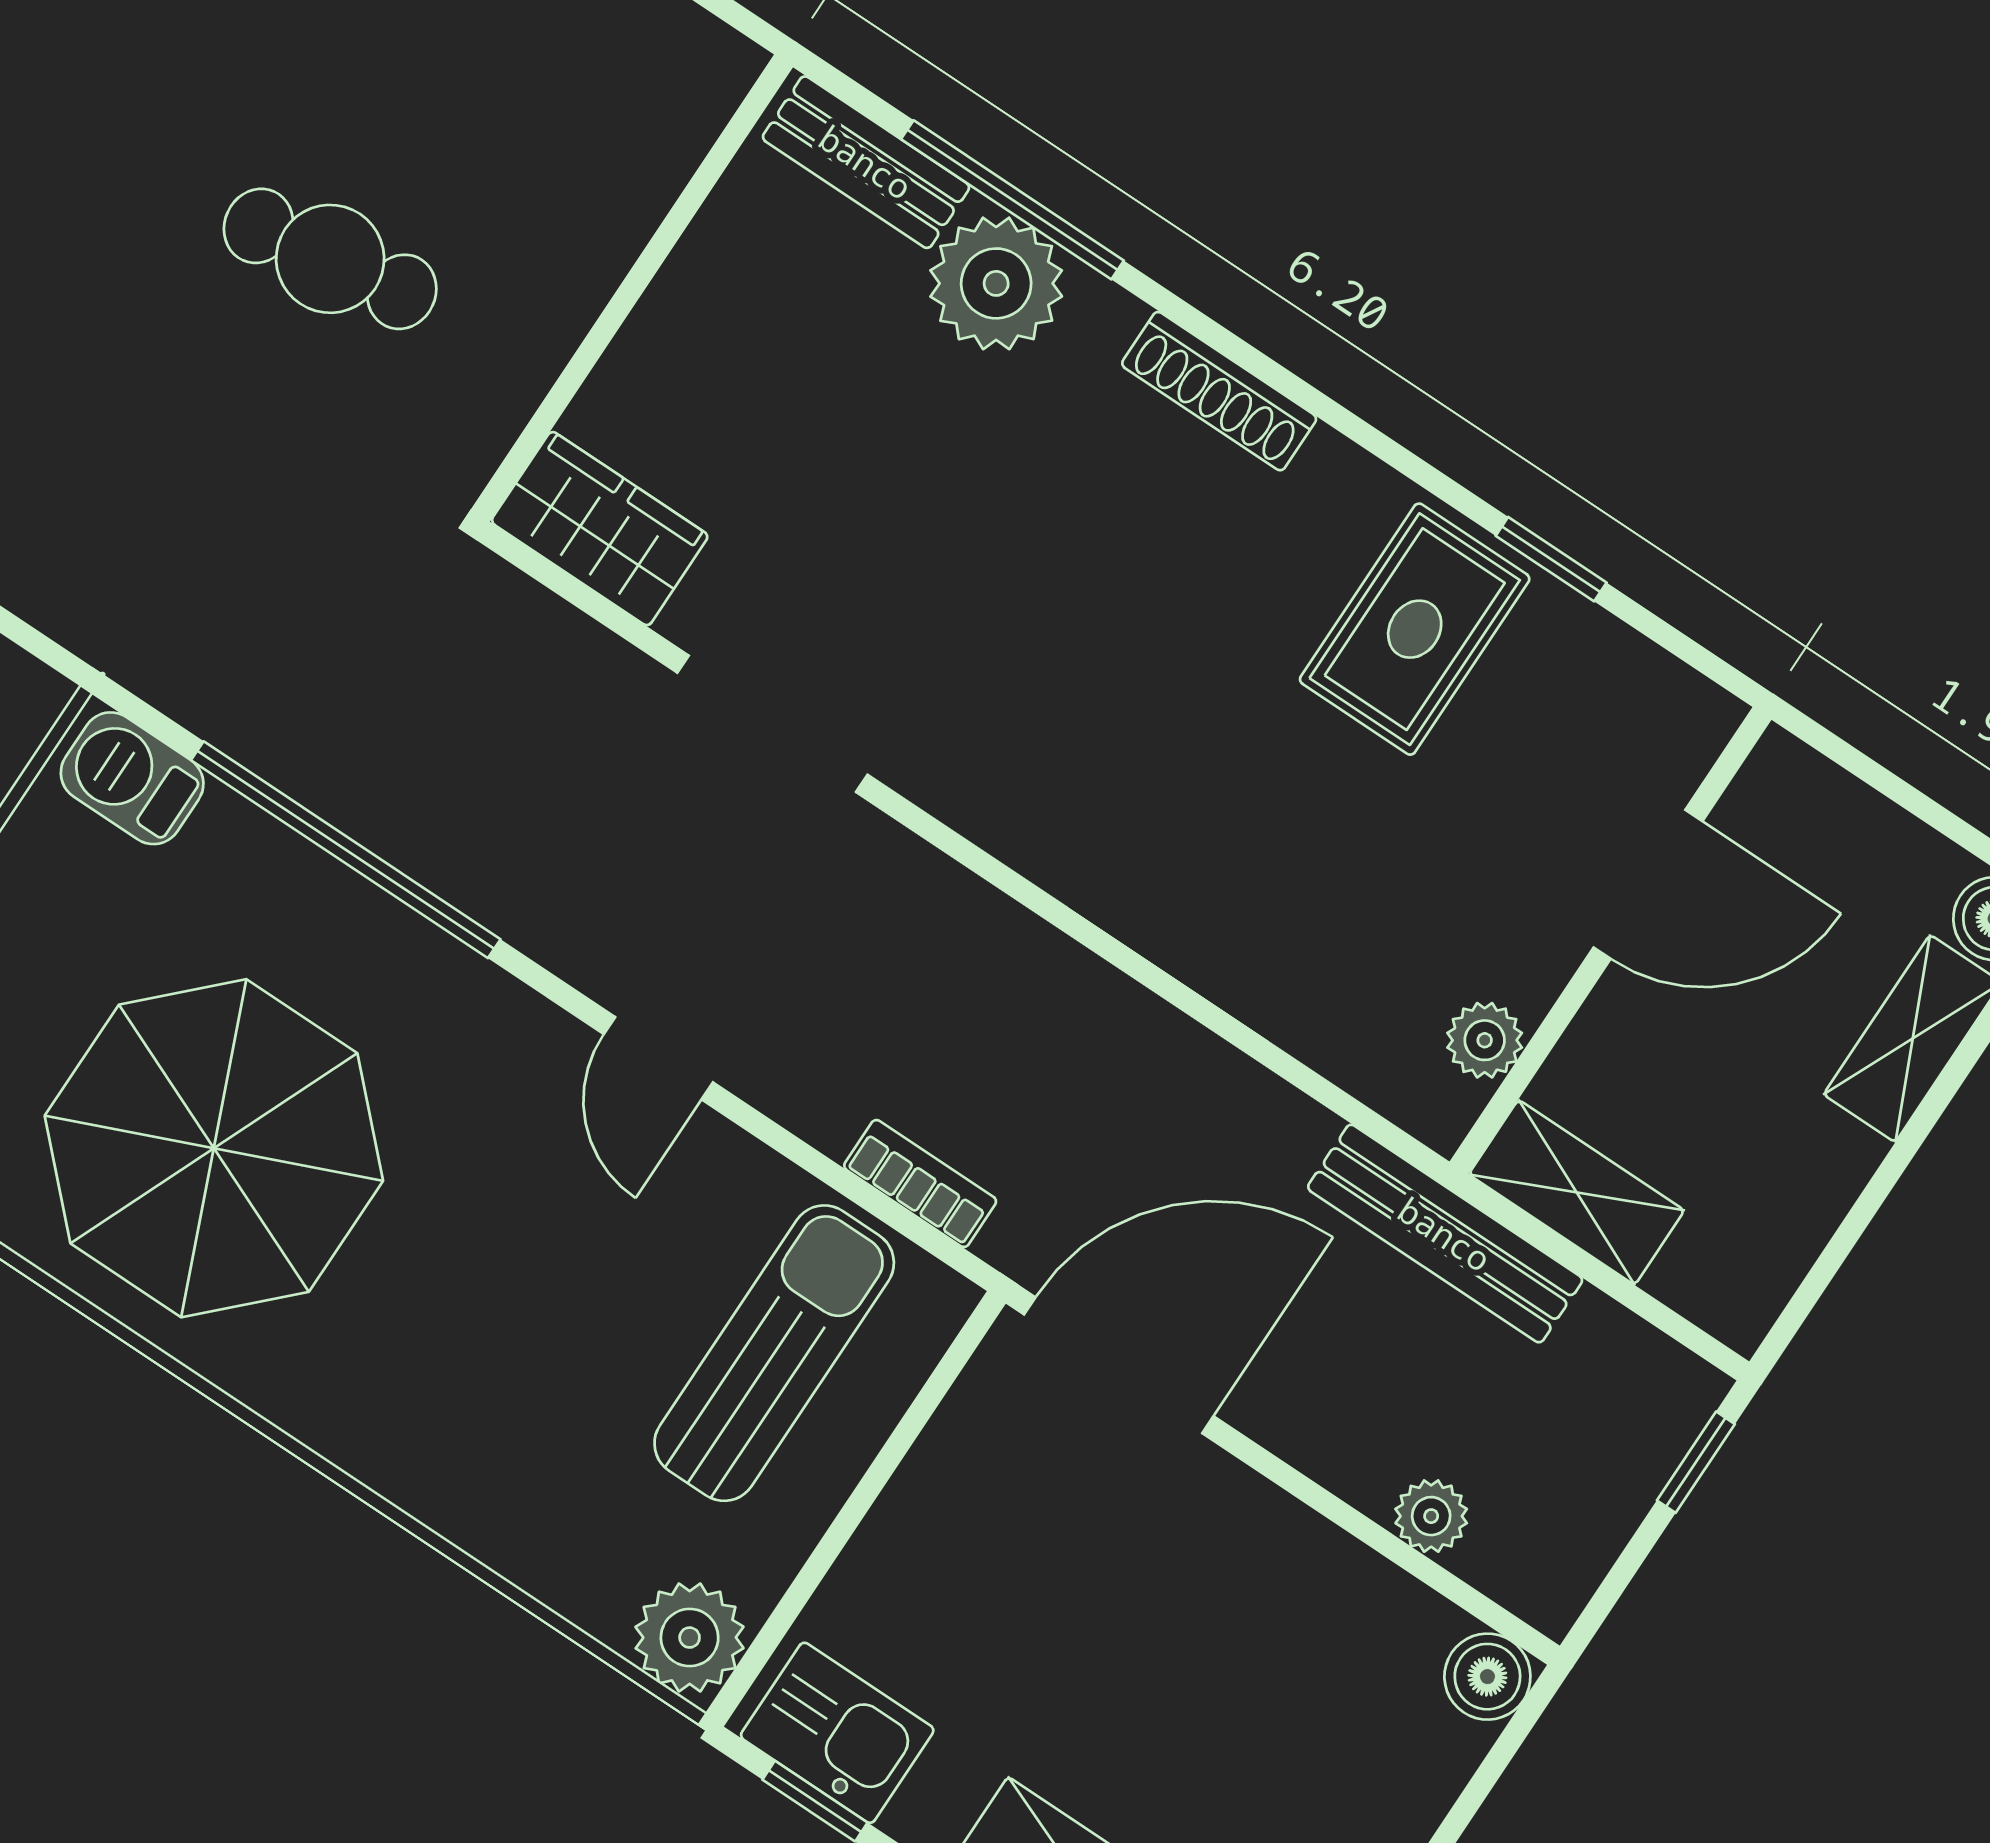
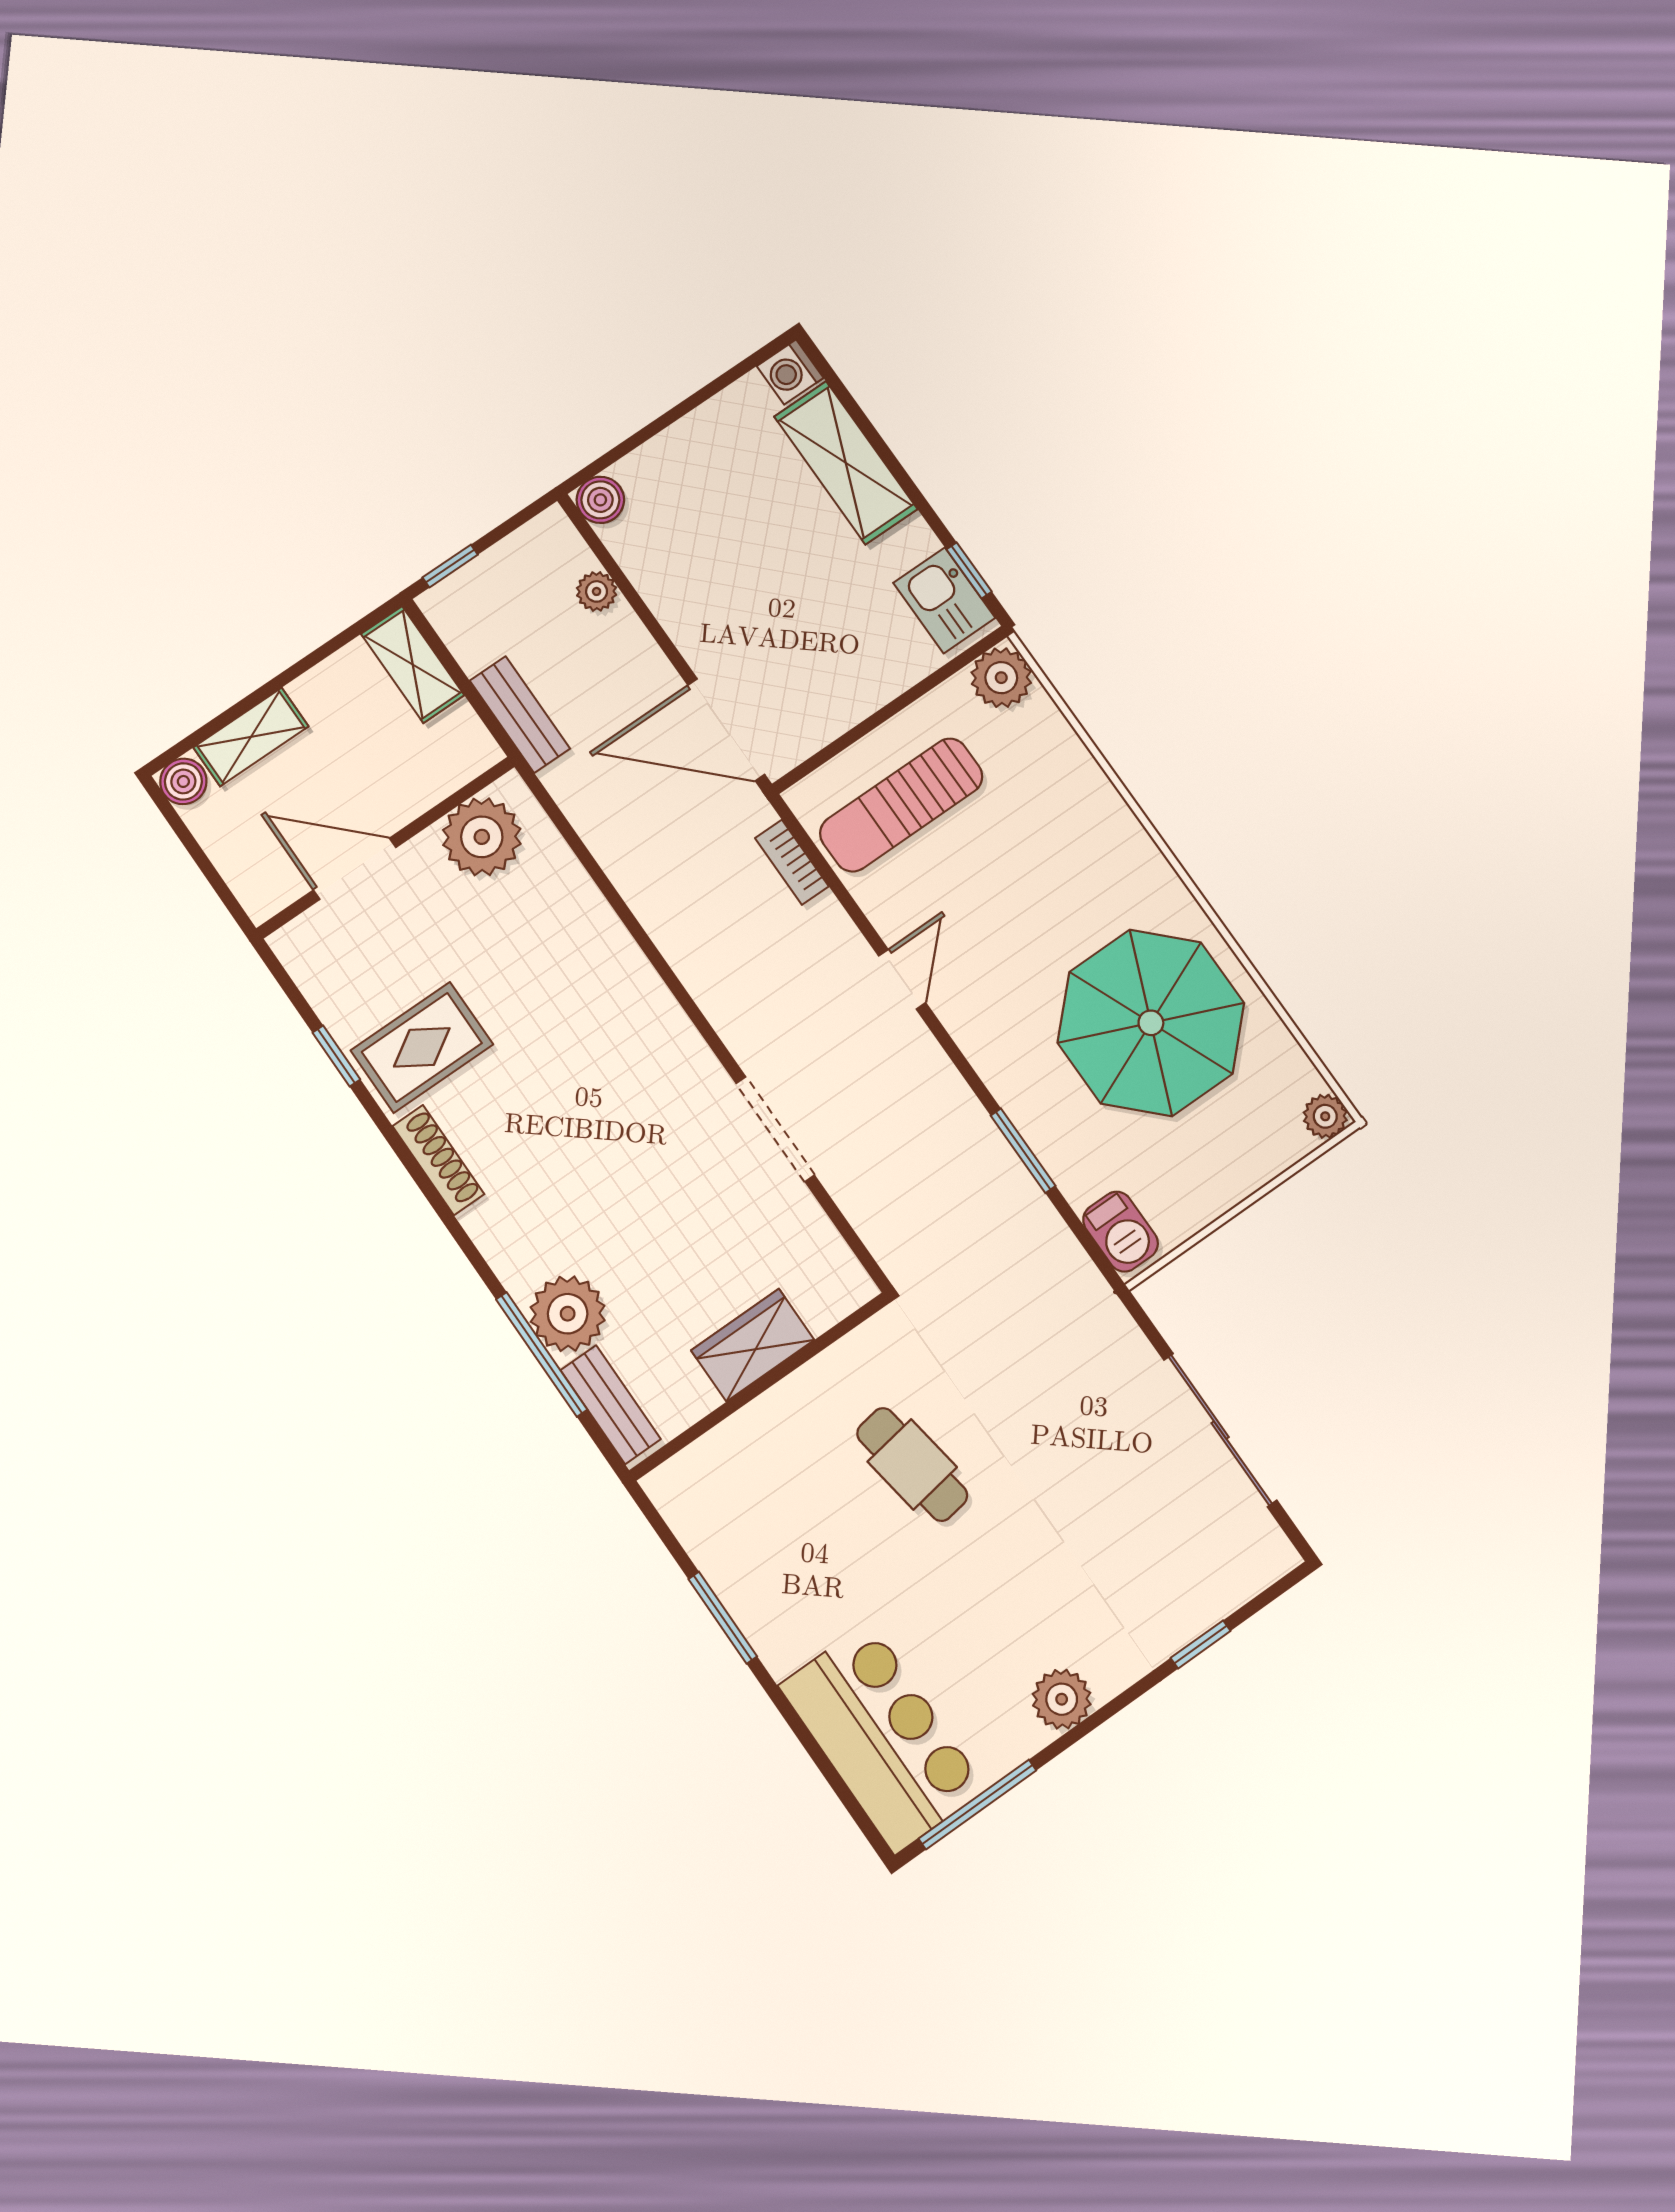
shoe rack: (1219, 391) -> (438, 1160), moved
wardrobe: (600, 529) -> (753, 1345), moved, turned 90
window: (346, 850) -> (1023, 1151), width x0.47
plant: (1485, 1040) -> (482, 837), width x1.88, depth x1.88
shelving: (1577, 1192) -> (413, 665), moved
bench: (1445, 1234) -> (520, 715), width x0.73

